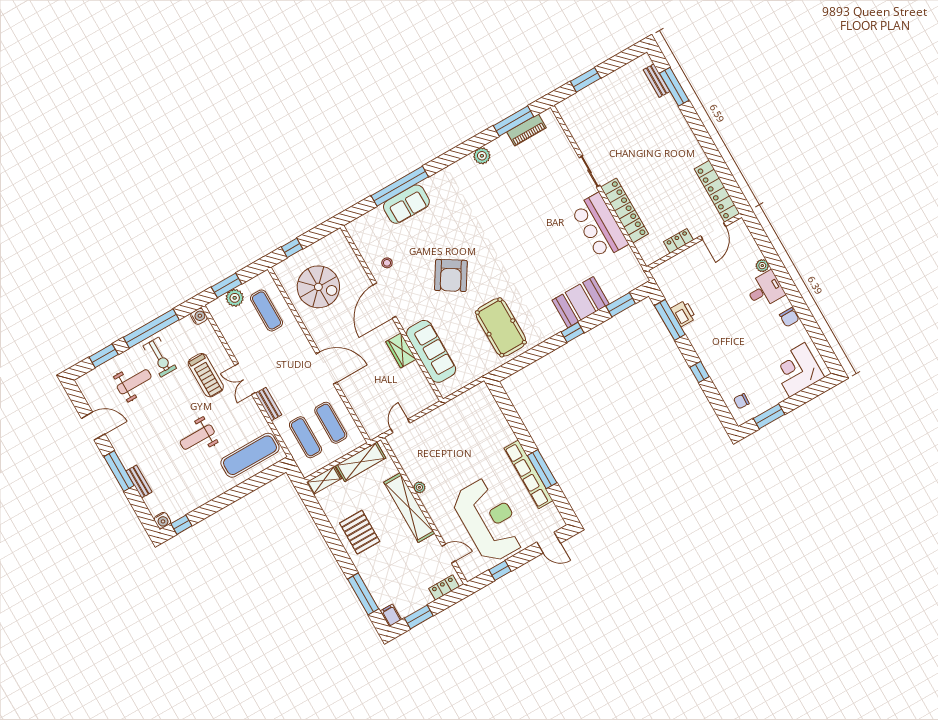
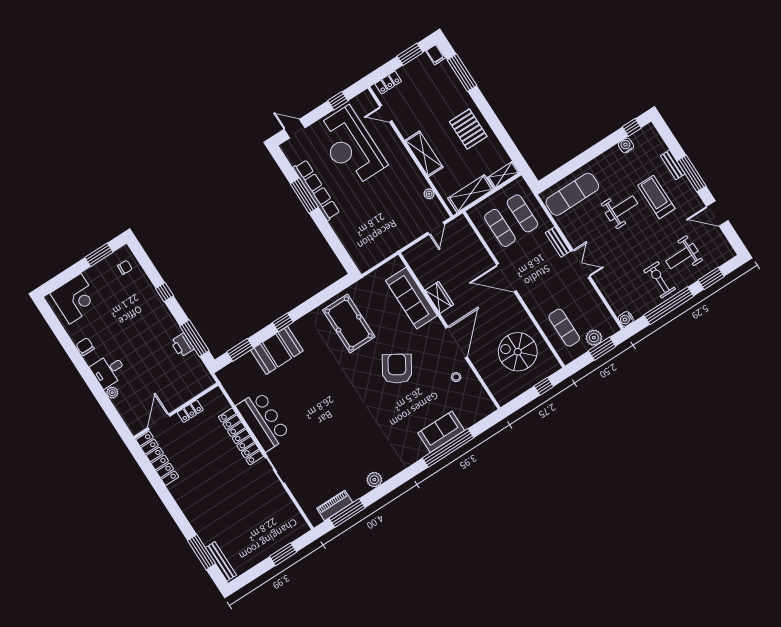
bench: (657, 81) -> (221, 561), width x1.36
treadmill: (206, 375) -> (656, 197), moved
plant: (419, 487) -> (429, 194), moved
shelving: (409, 508) -> (424, 154), width x0.68
water cooler: (162, 520) -> (626, 145), moved

